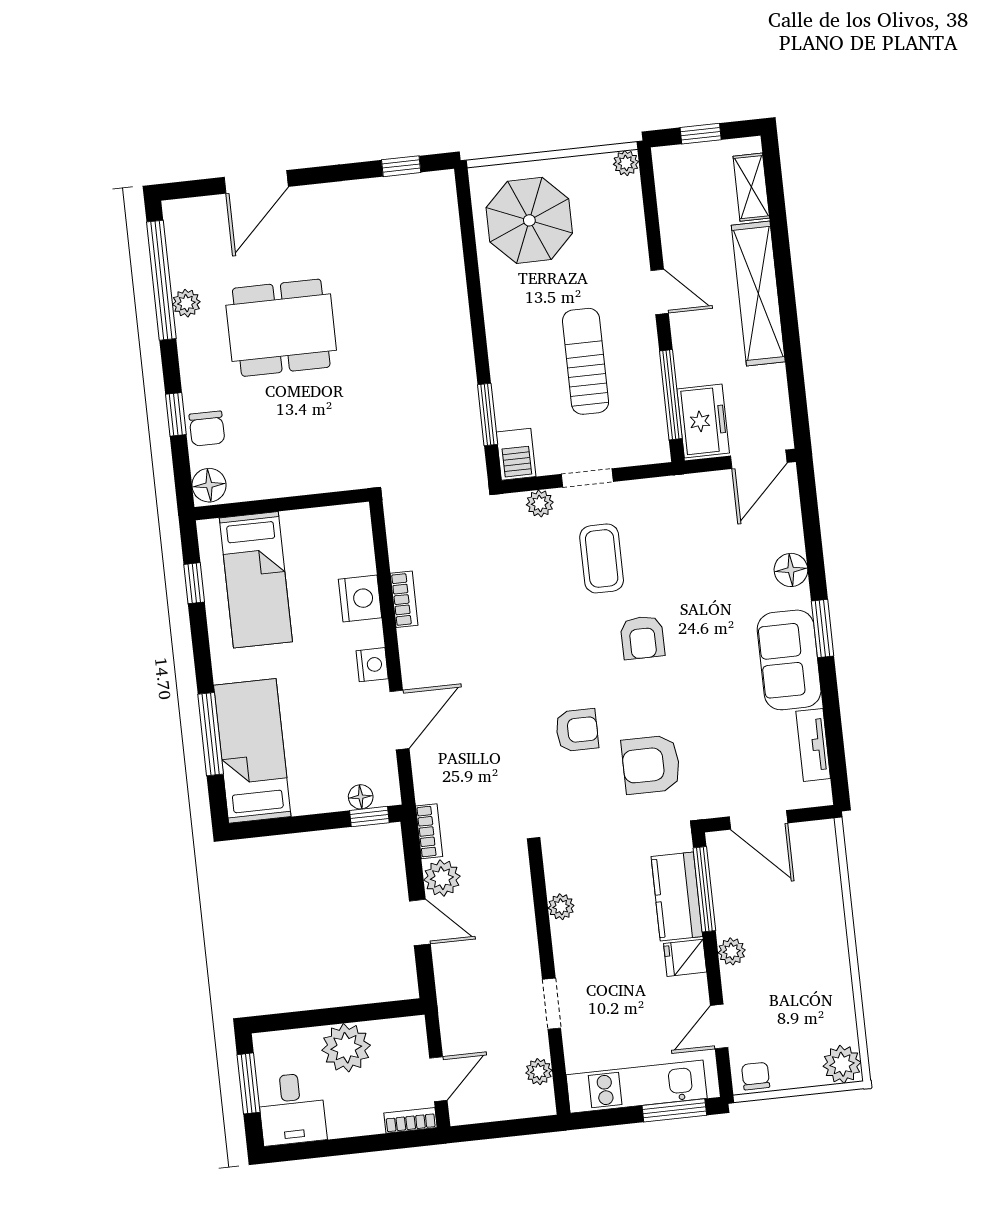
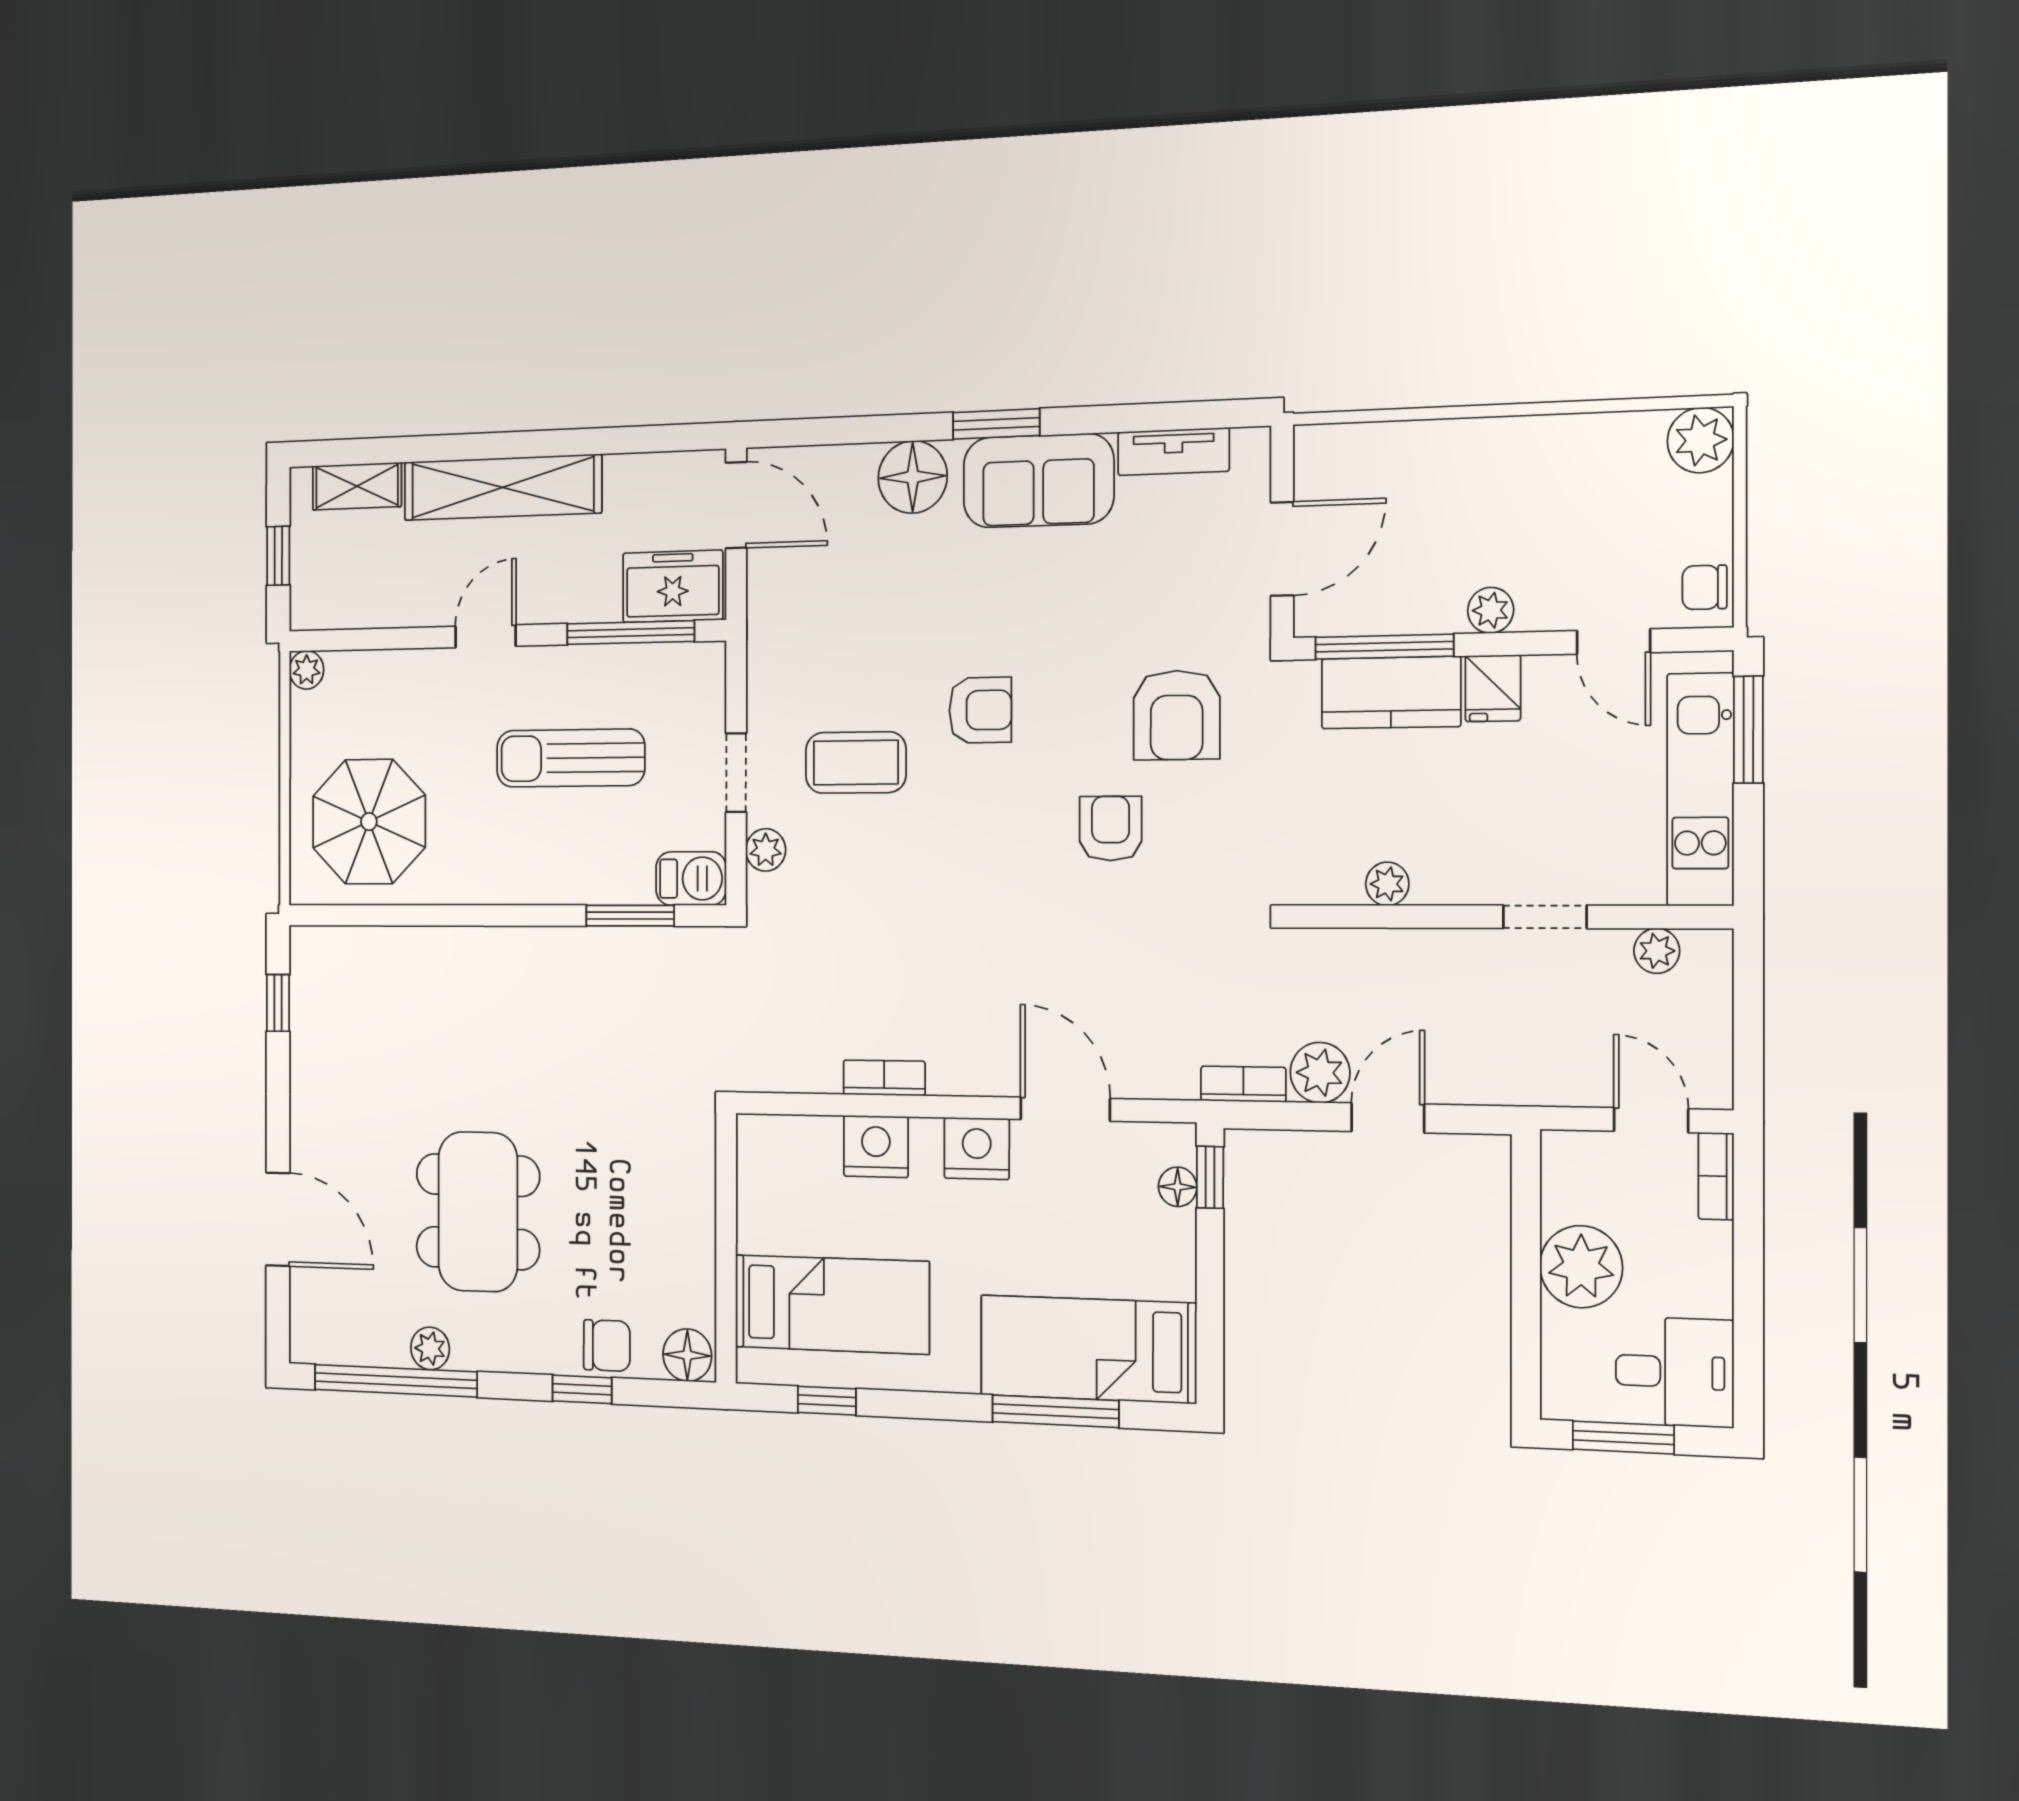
floor lamp: (791, 570) -> (913, 477), width x1.38, depth x1.38
nightstand: (372, 665) -> (977, 1148), width x1.36, depth x1.33

